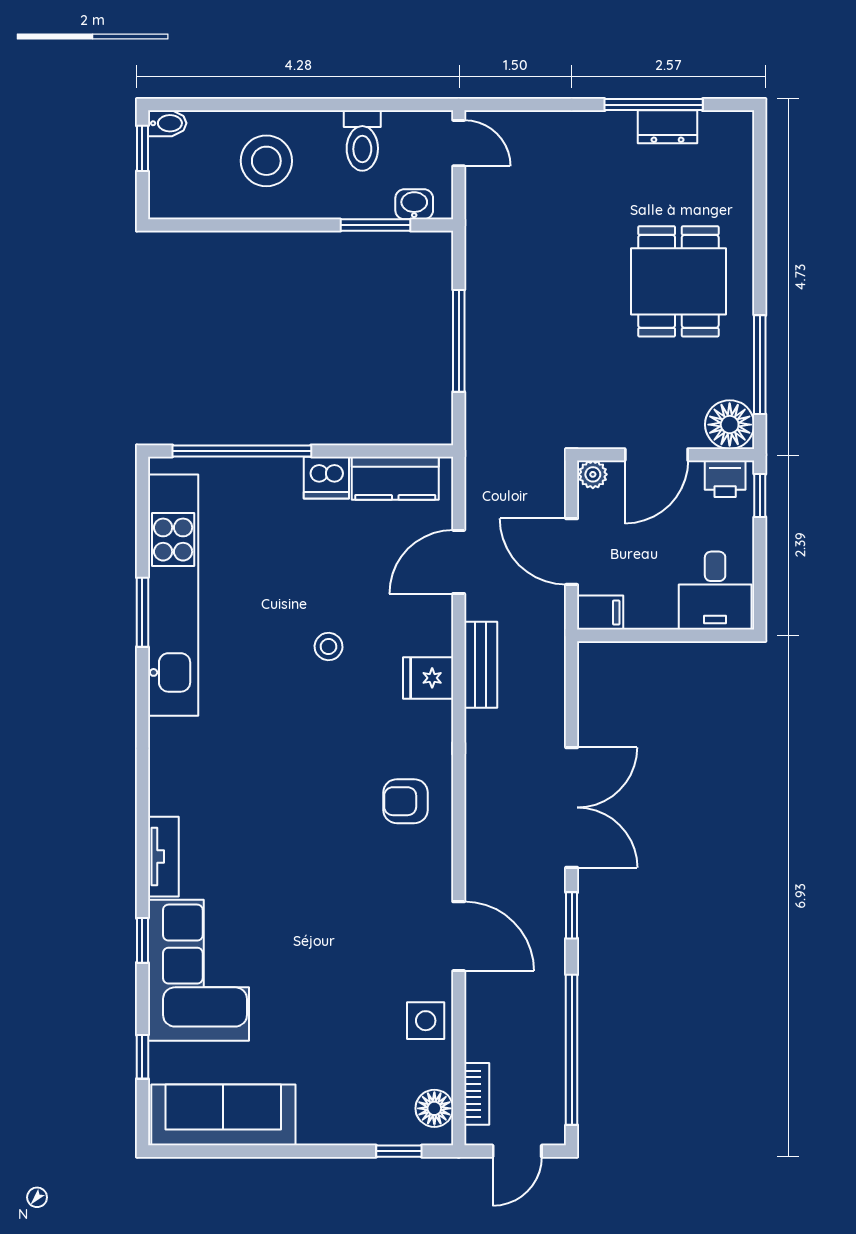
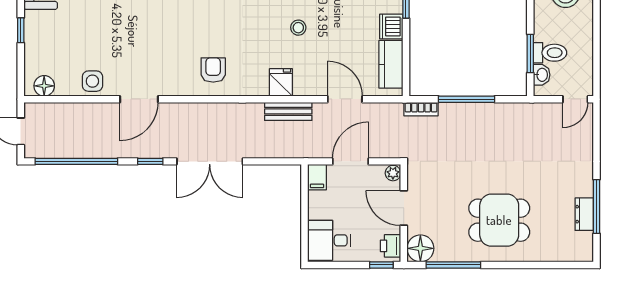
toilet: (362, 141) -> (550, 53), moved, turned 180
bookcase: (477, 1094) -> (421, 109), moved
window: (399, 1151) -> (21, 30), moved

